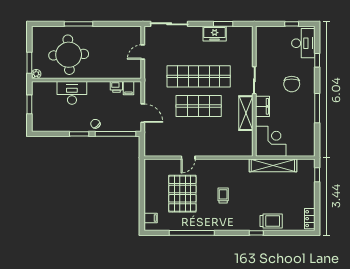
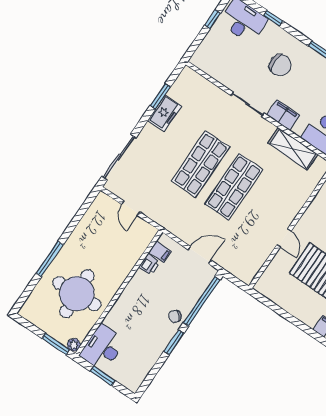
shop shelf: (199, 76) -> (201, 164), width x0.71
desk: (72, 93) -> (103, 348), moved
shelving: (246, 113) -> (293, 149), moved

